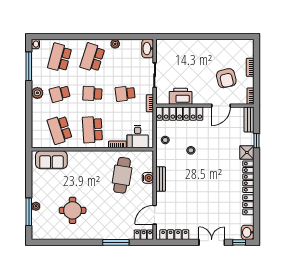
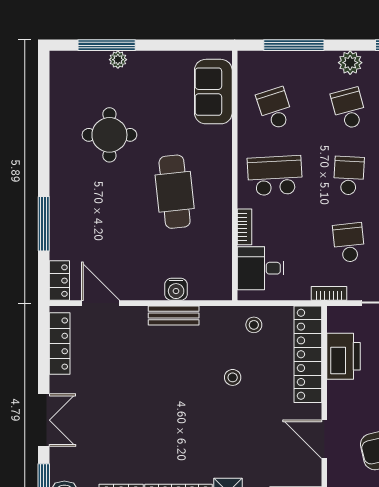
window: (29, 120) -> (294, 45), added
school desk: (60, 130) -> (275, 109), width x0.54
cafe table: (122, 175) -> (175, 192), moved, turned 75

